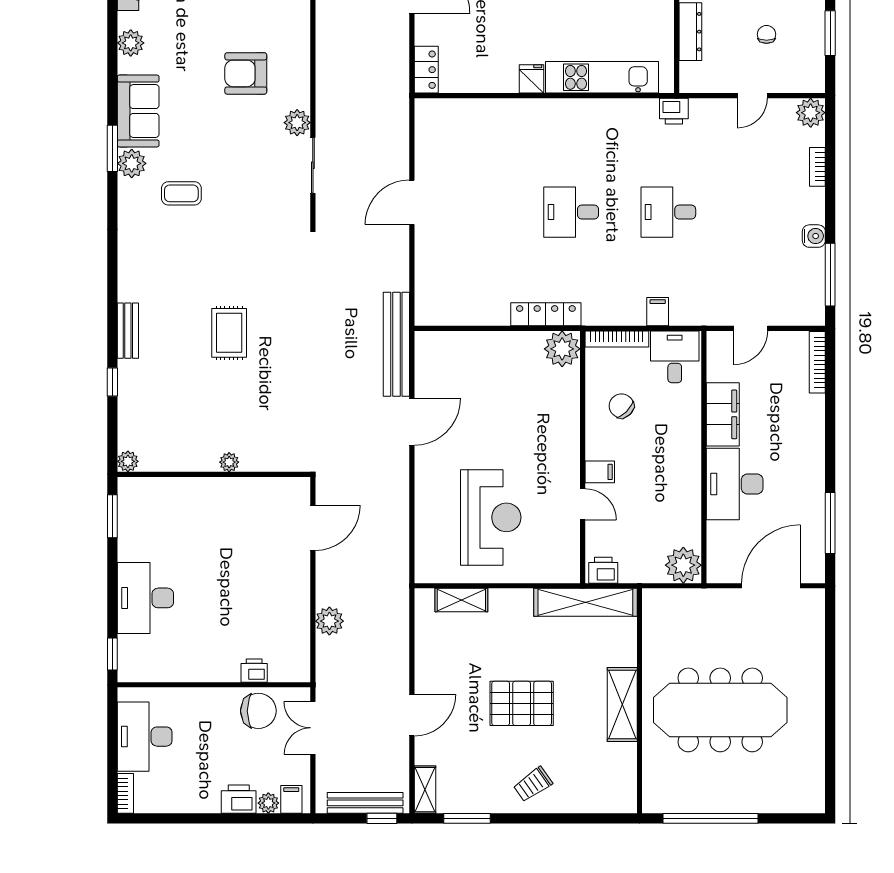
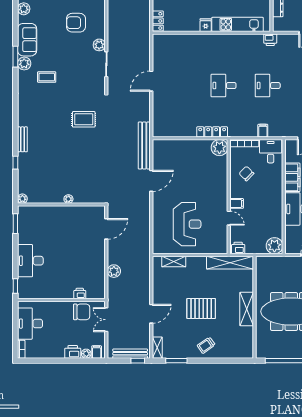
rug: (229, 333) -> (84, 119), moved, turned 90

